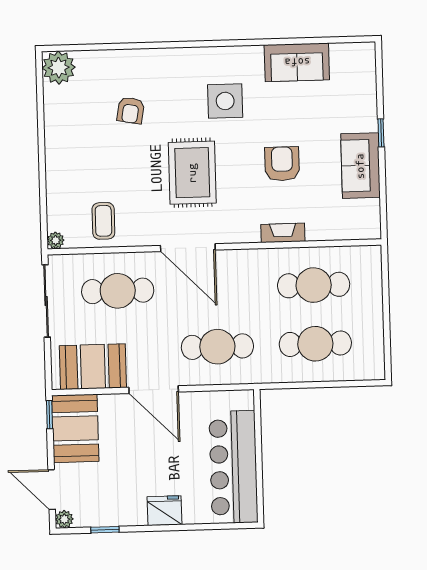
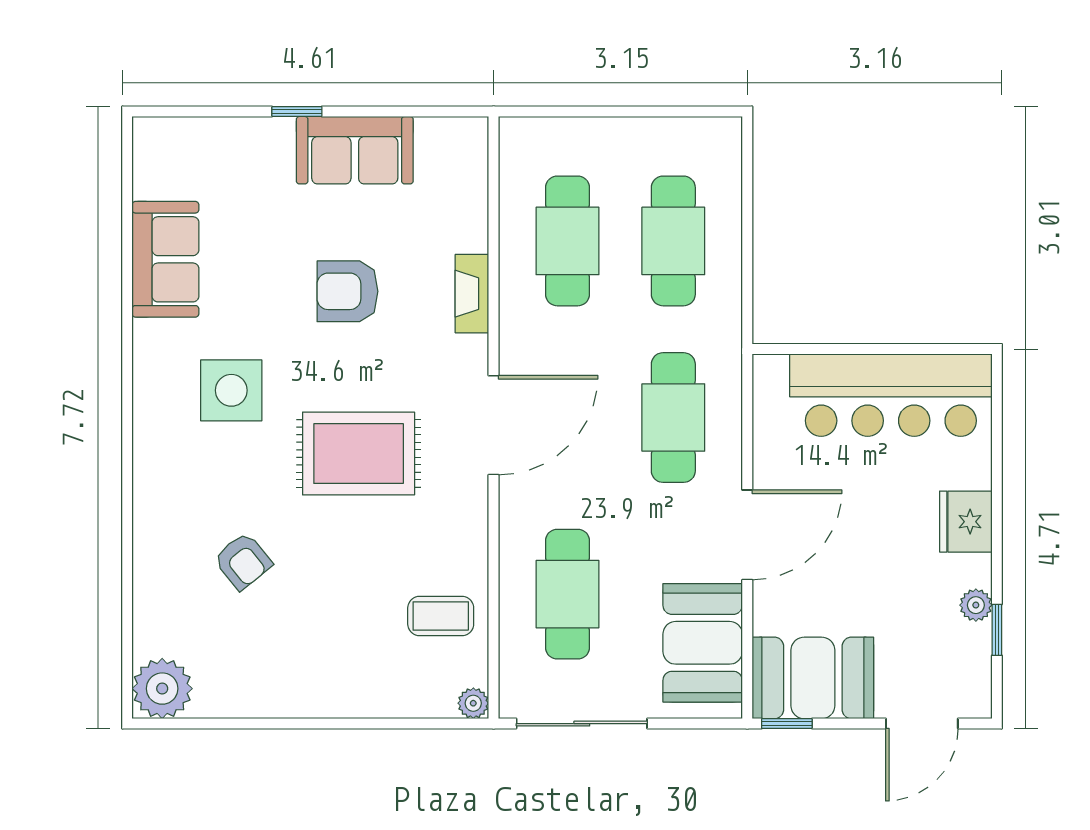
armchair: (131, 110) -> (243, 561), turned 41
door: (188, 248) -> (494, 425), moved
plant: (64, 519) -> (976, 605), moved

